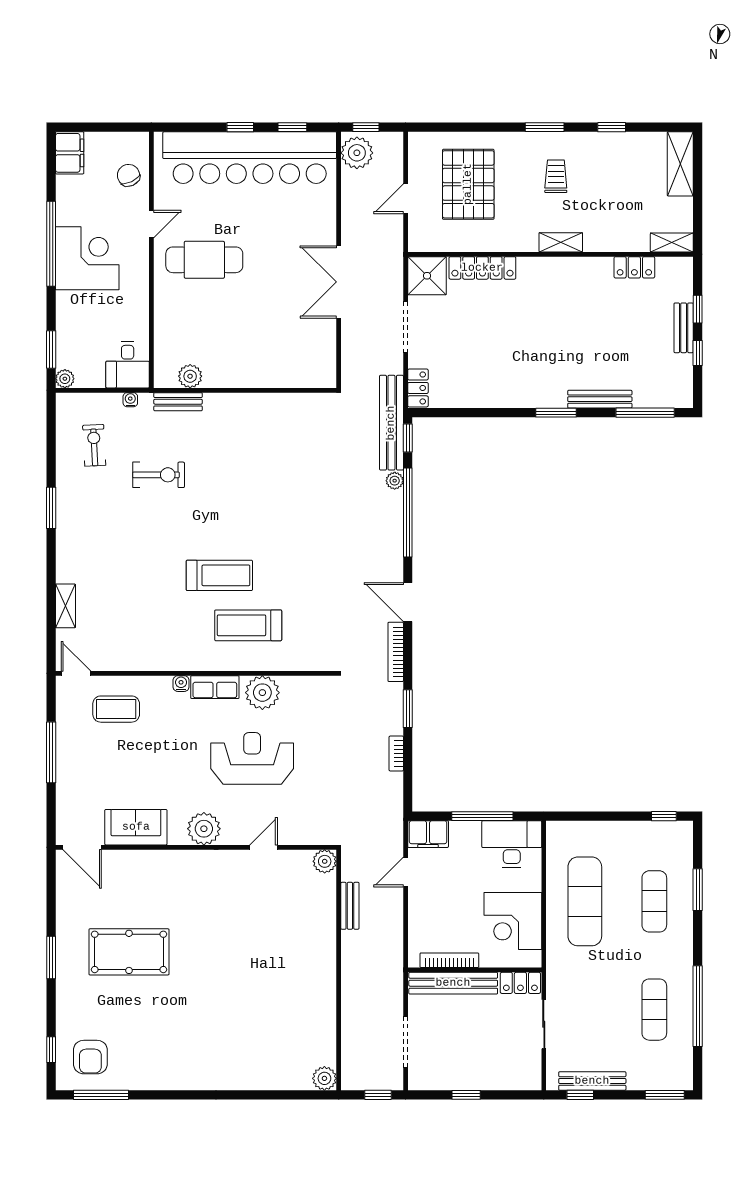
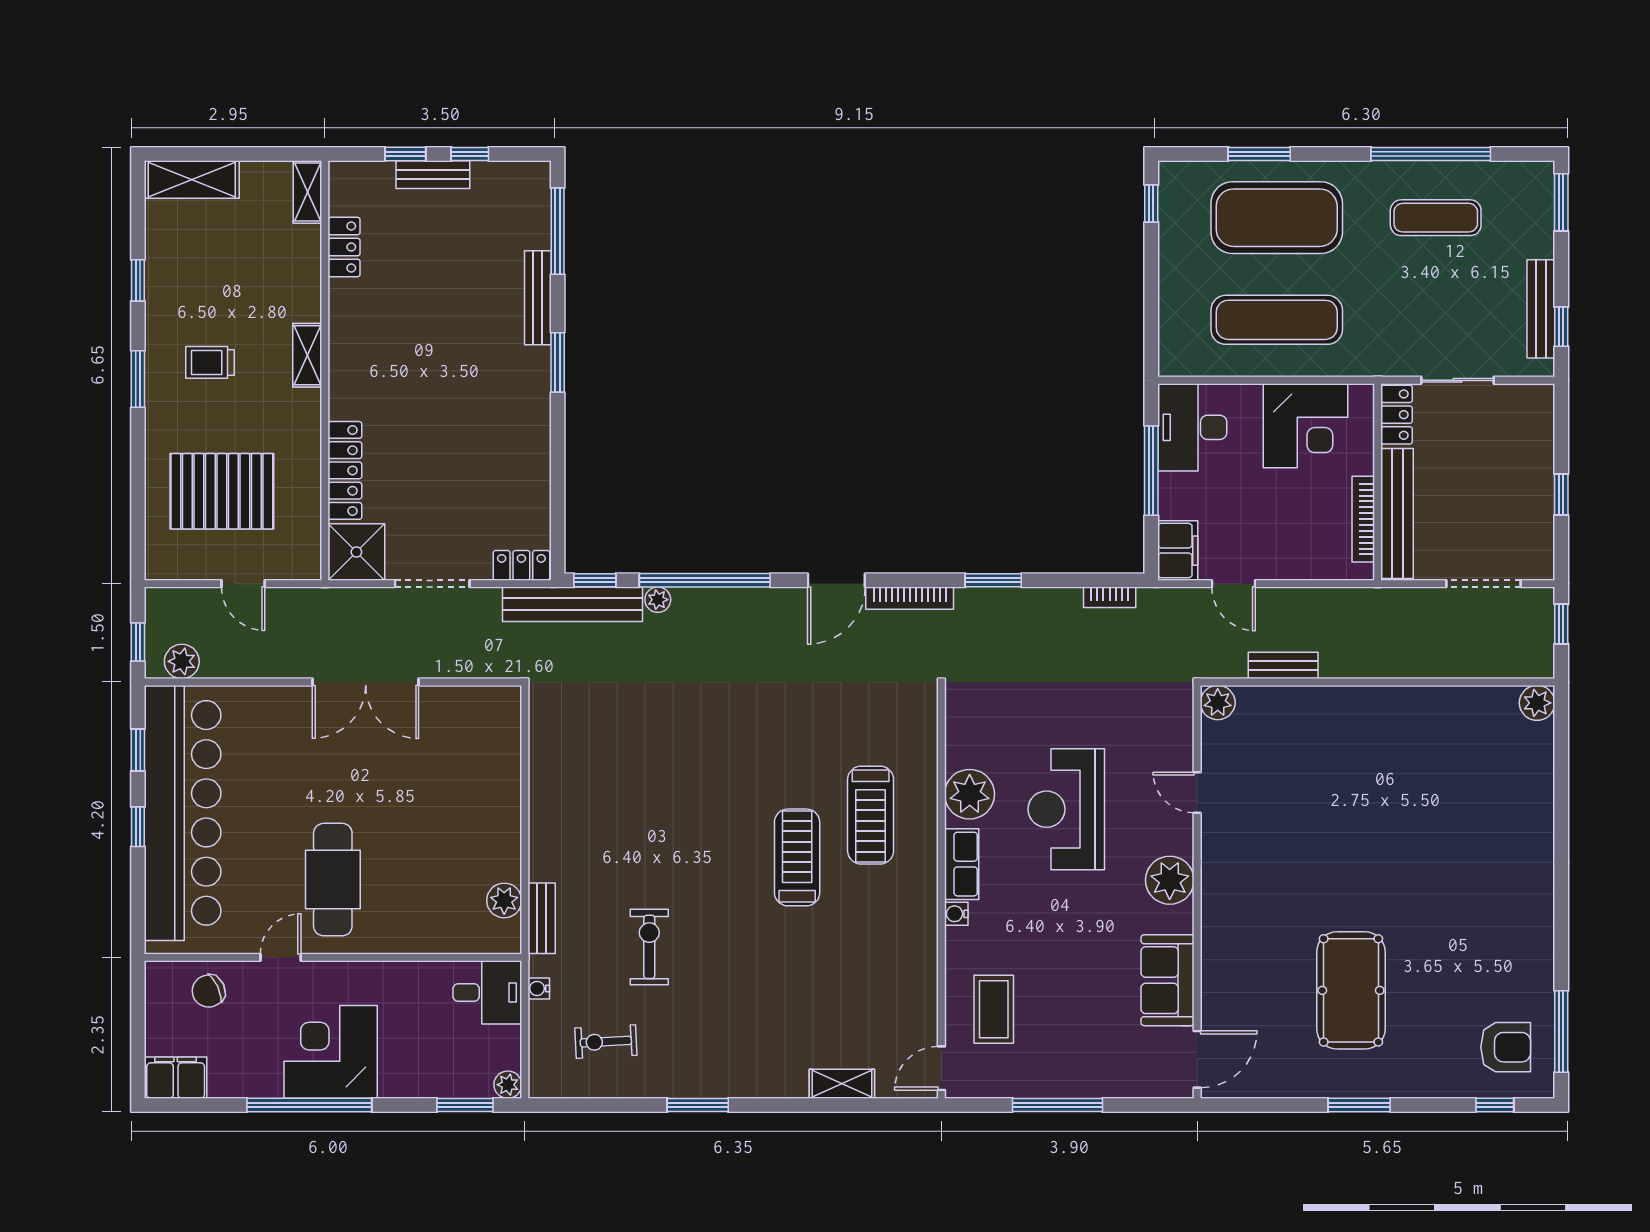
plant: (357, 153) -> (182, 661), width x0.73, depth x0.73
door: (151, 224) -> (281, 957), hinge flipped
bookcase: (396, 753) -> (1110, 597), moved
exercise mat: (654, 901) -> (1277, 218), width x2.00, depth x1.45

